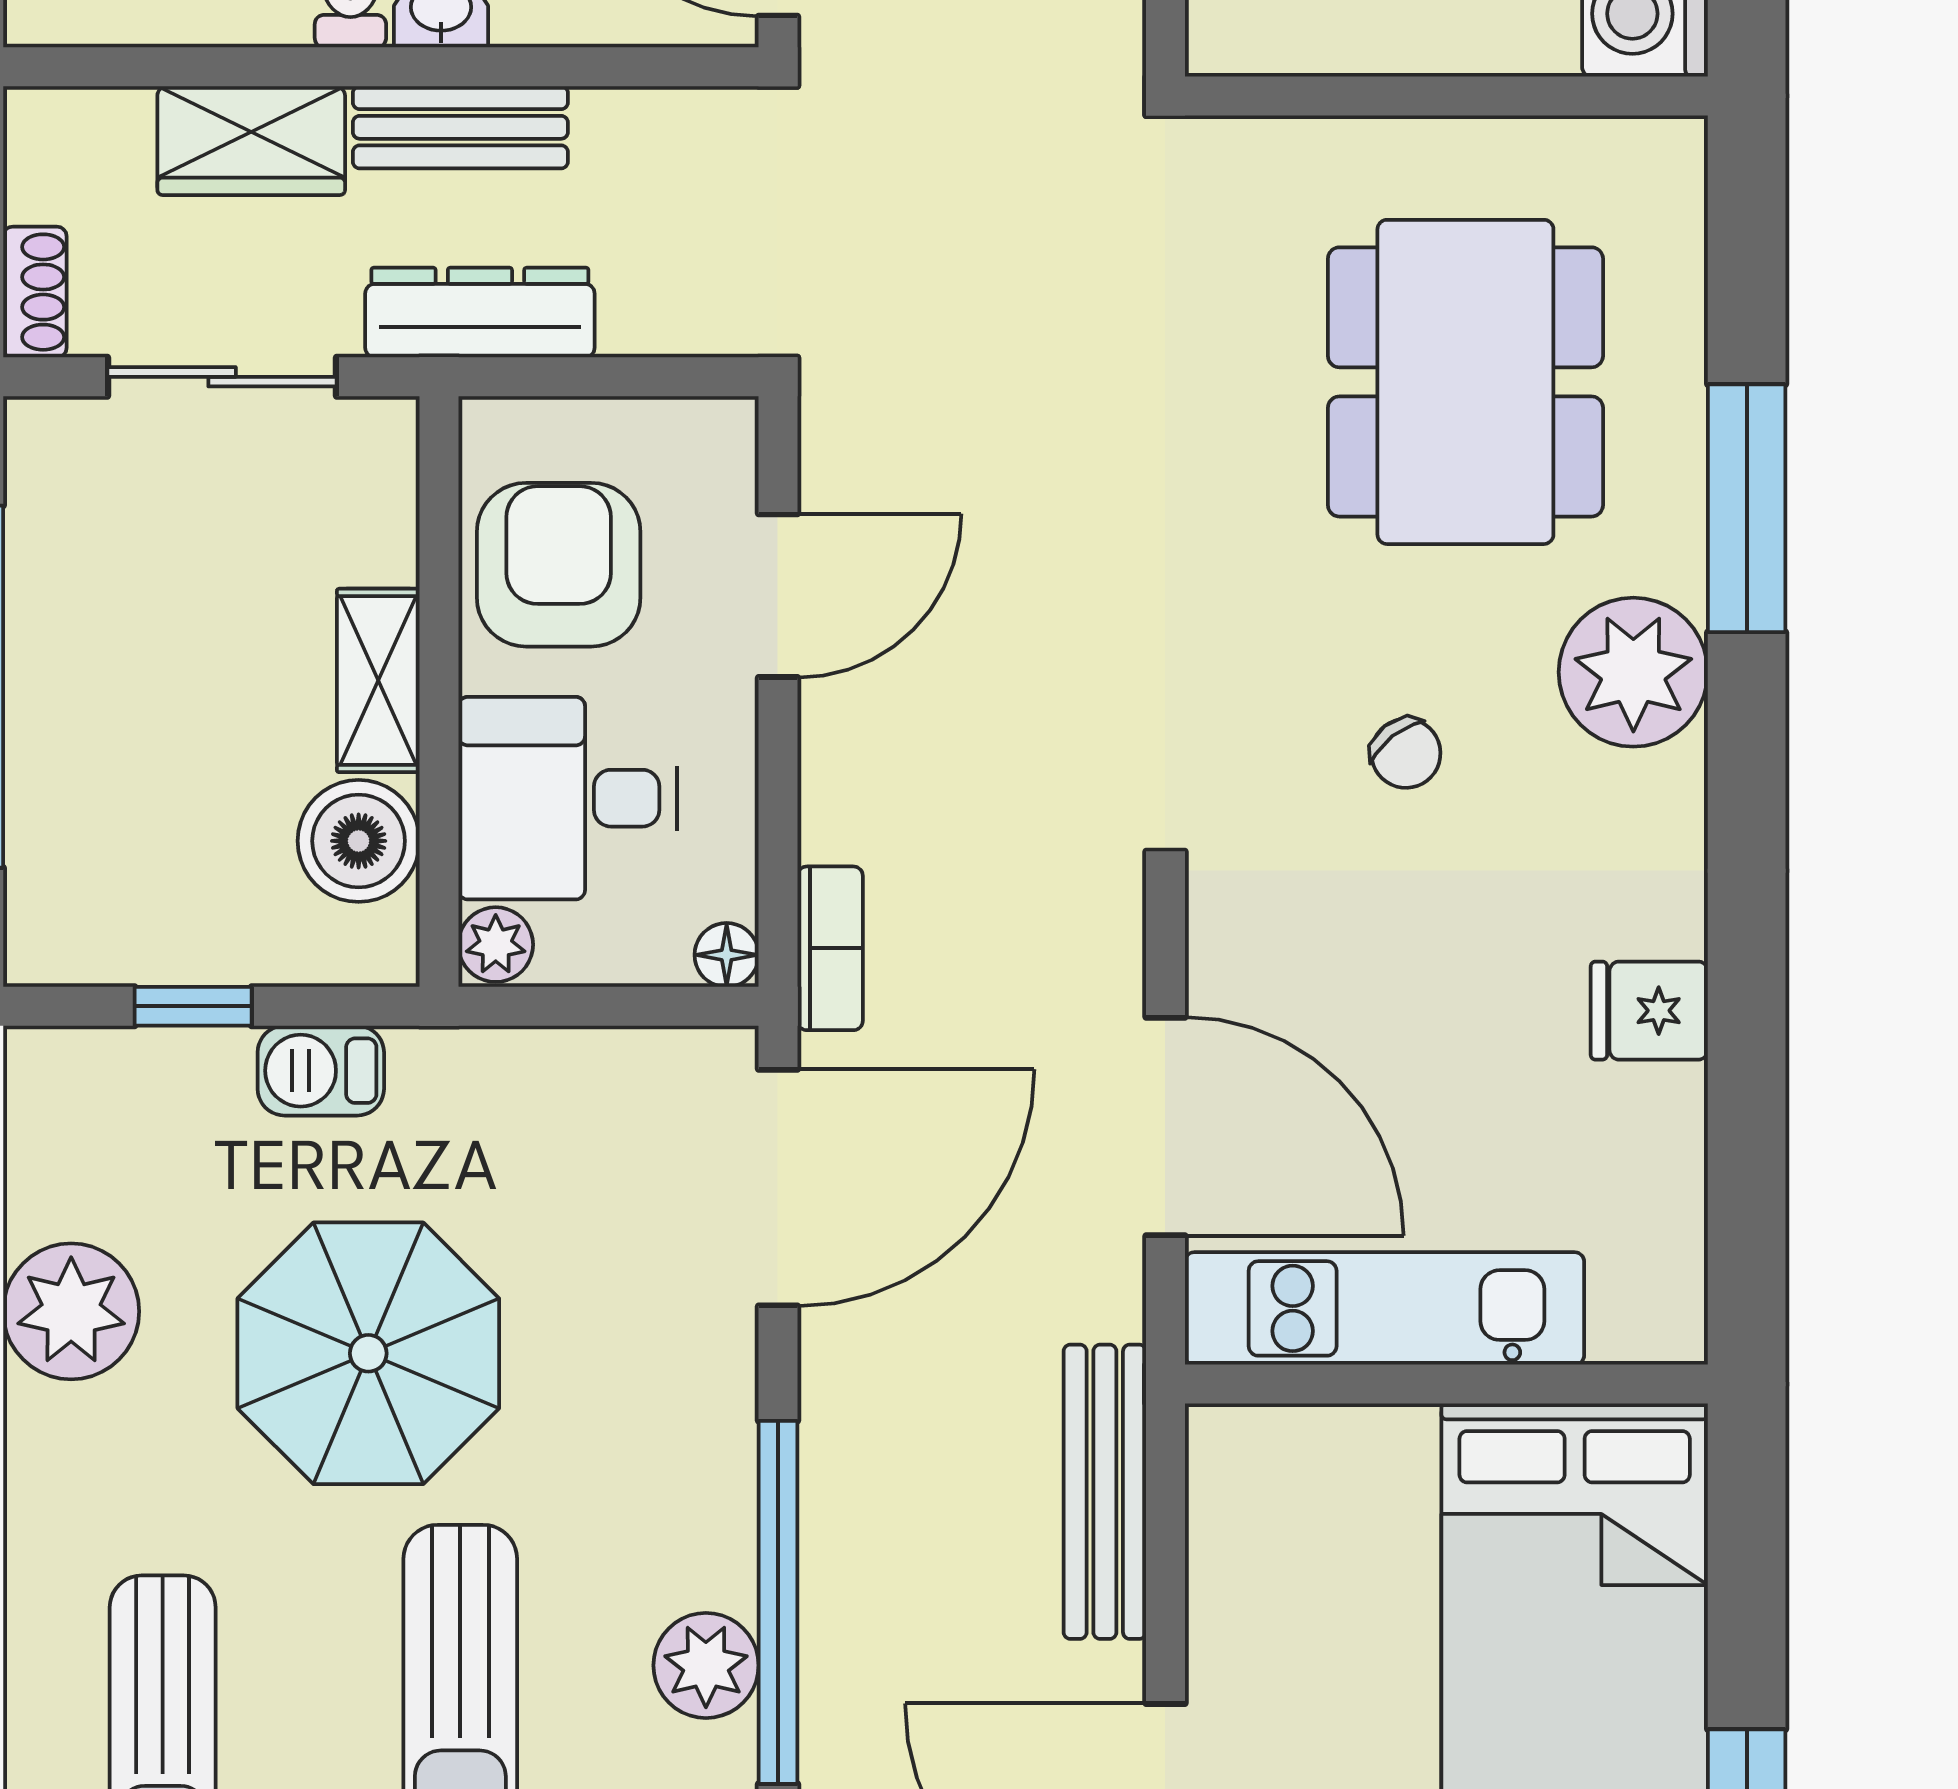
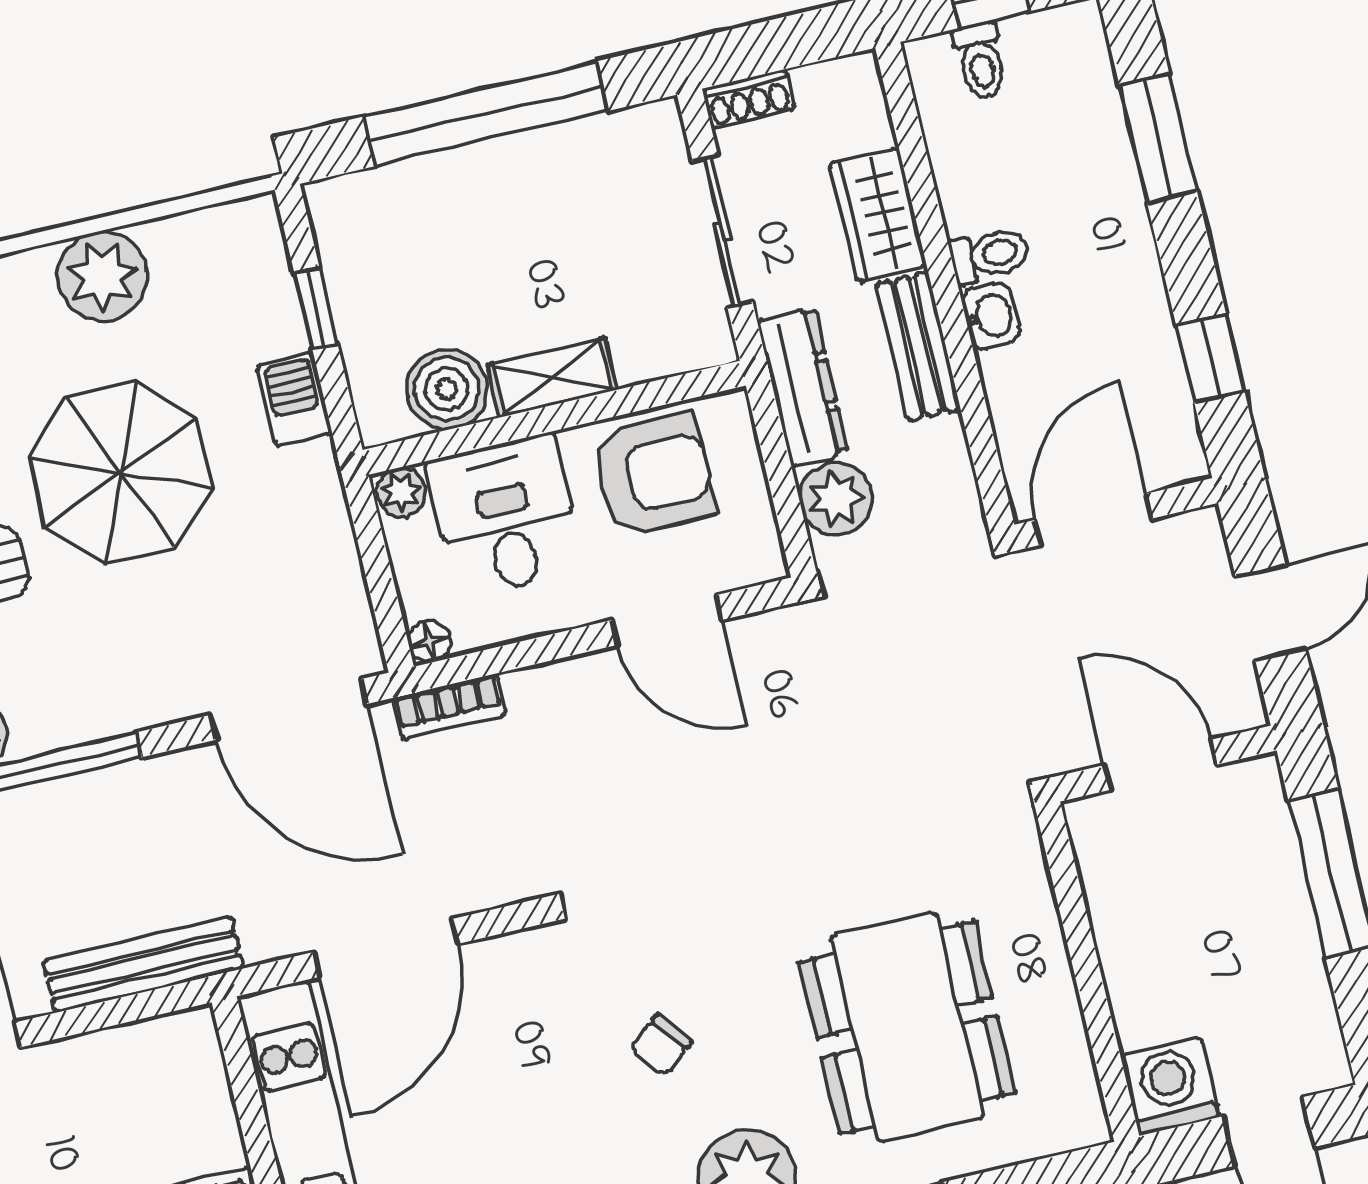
plant: (657, 302) -> (836, 499), added
dining table: (1465, 382) -> (907, 1027), turned 90

